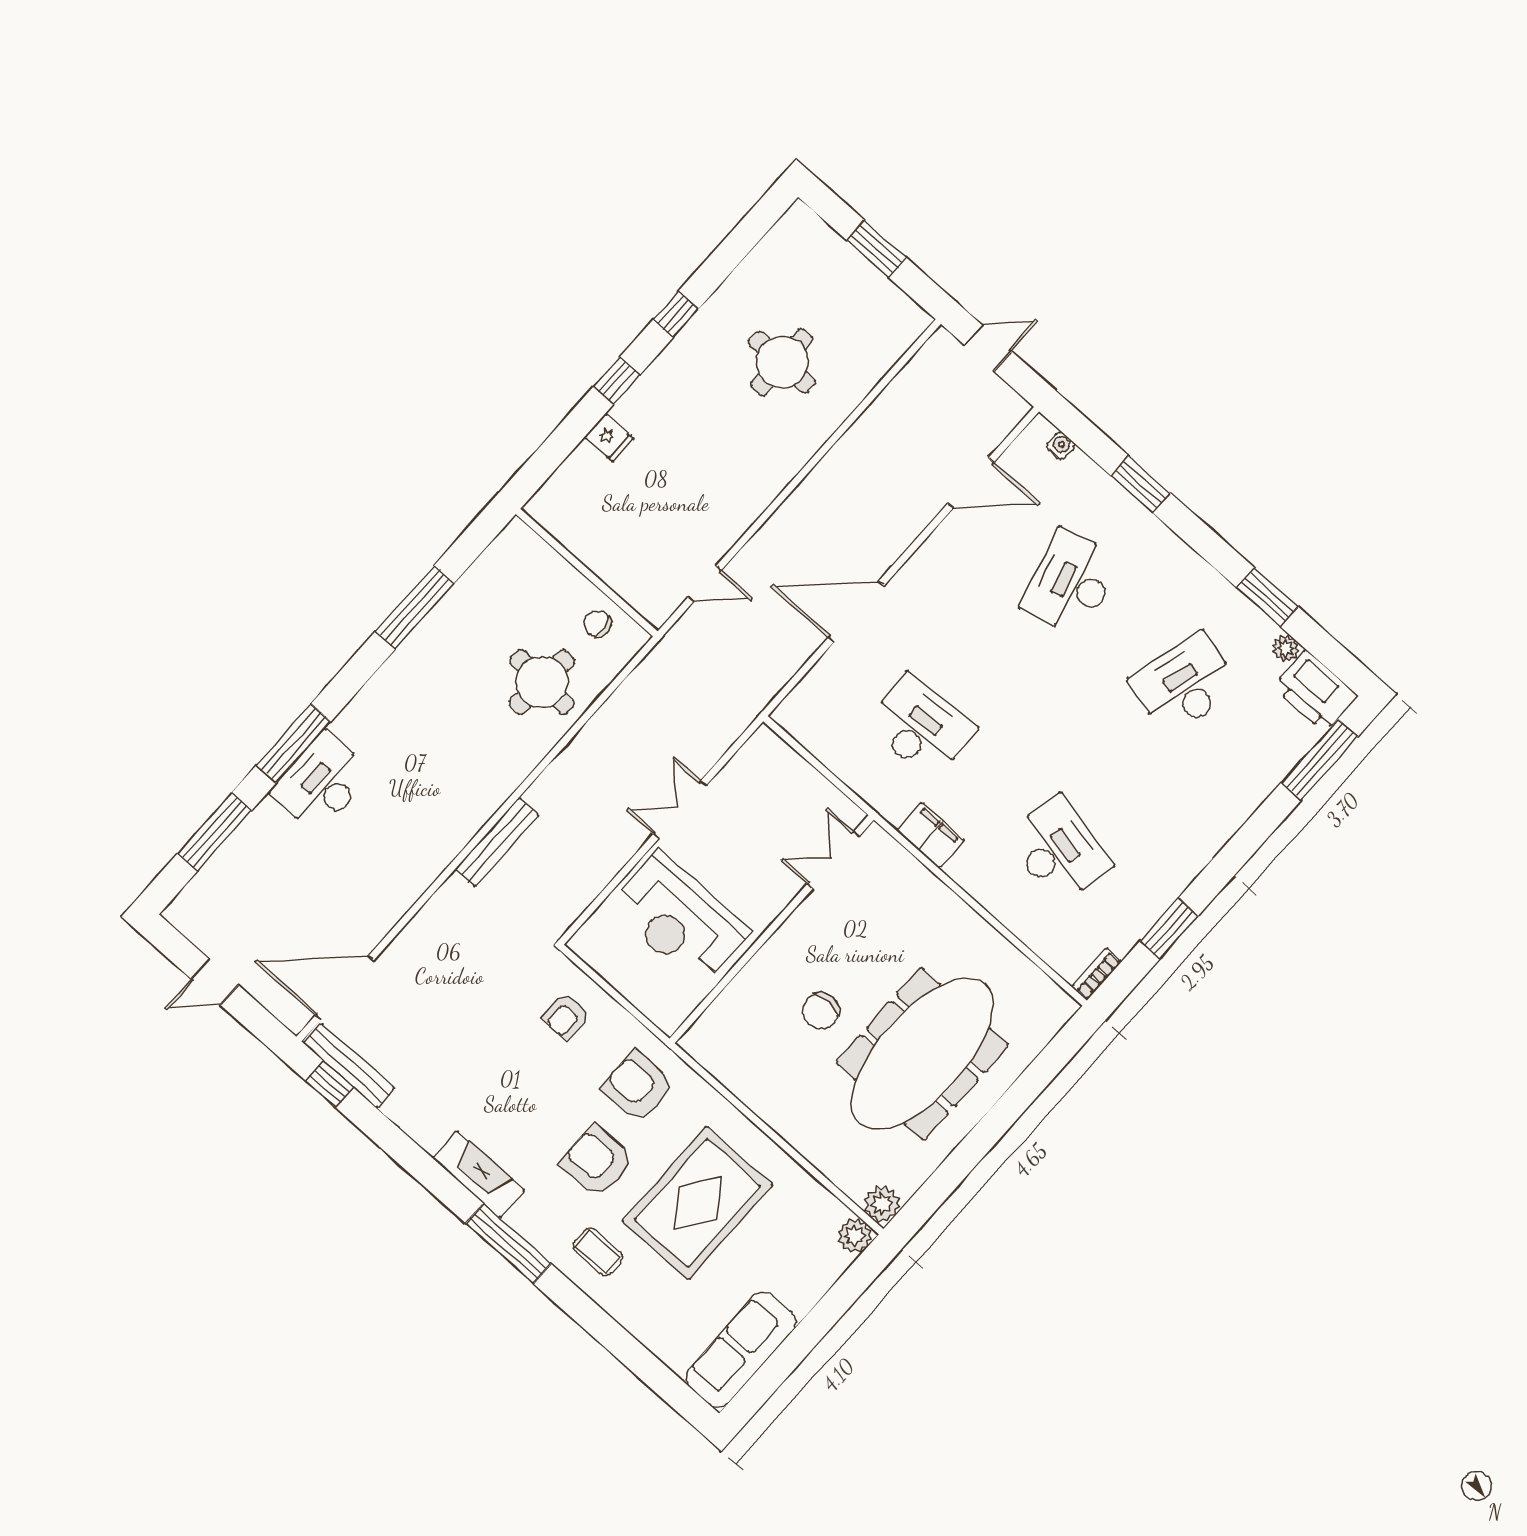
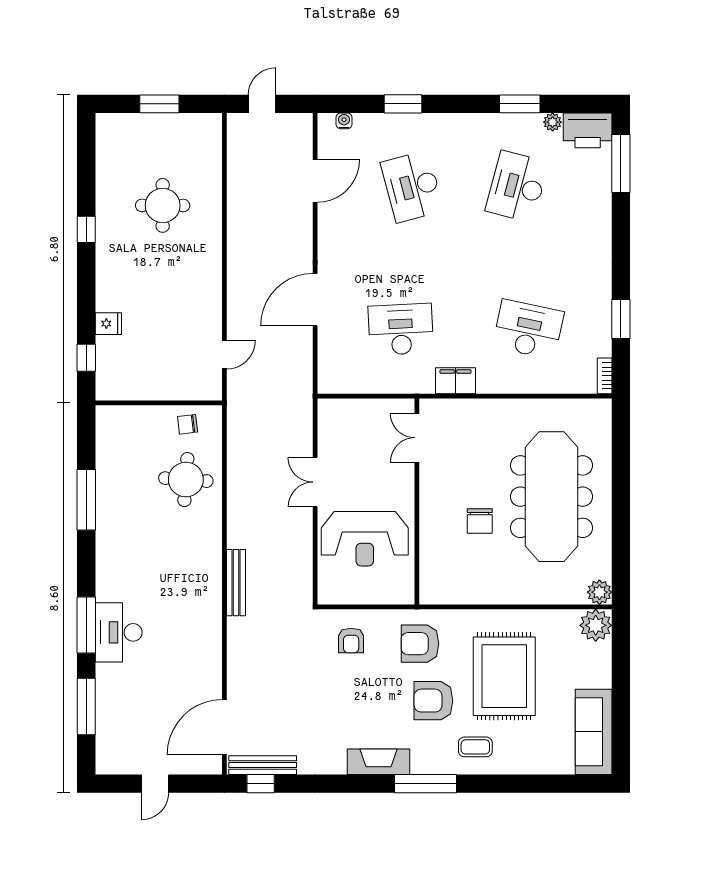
window: (617, 381) -> (86, 358), moved
plant: (855, 1236) -> (596, 625), width x1.36, depth x1.36

